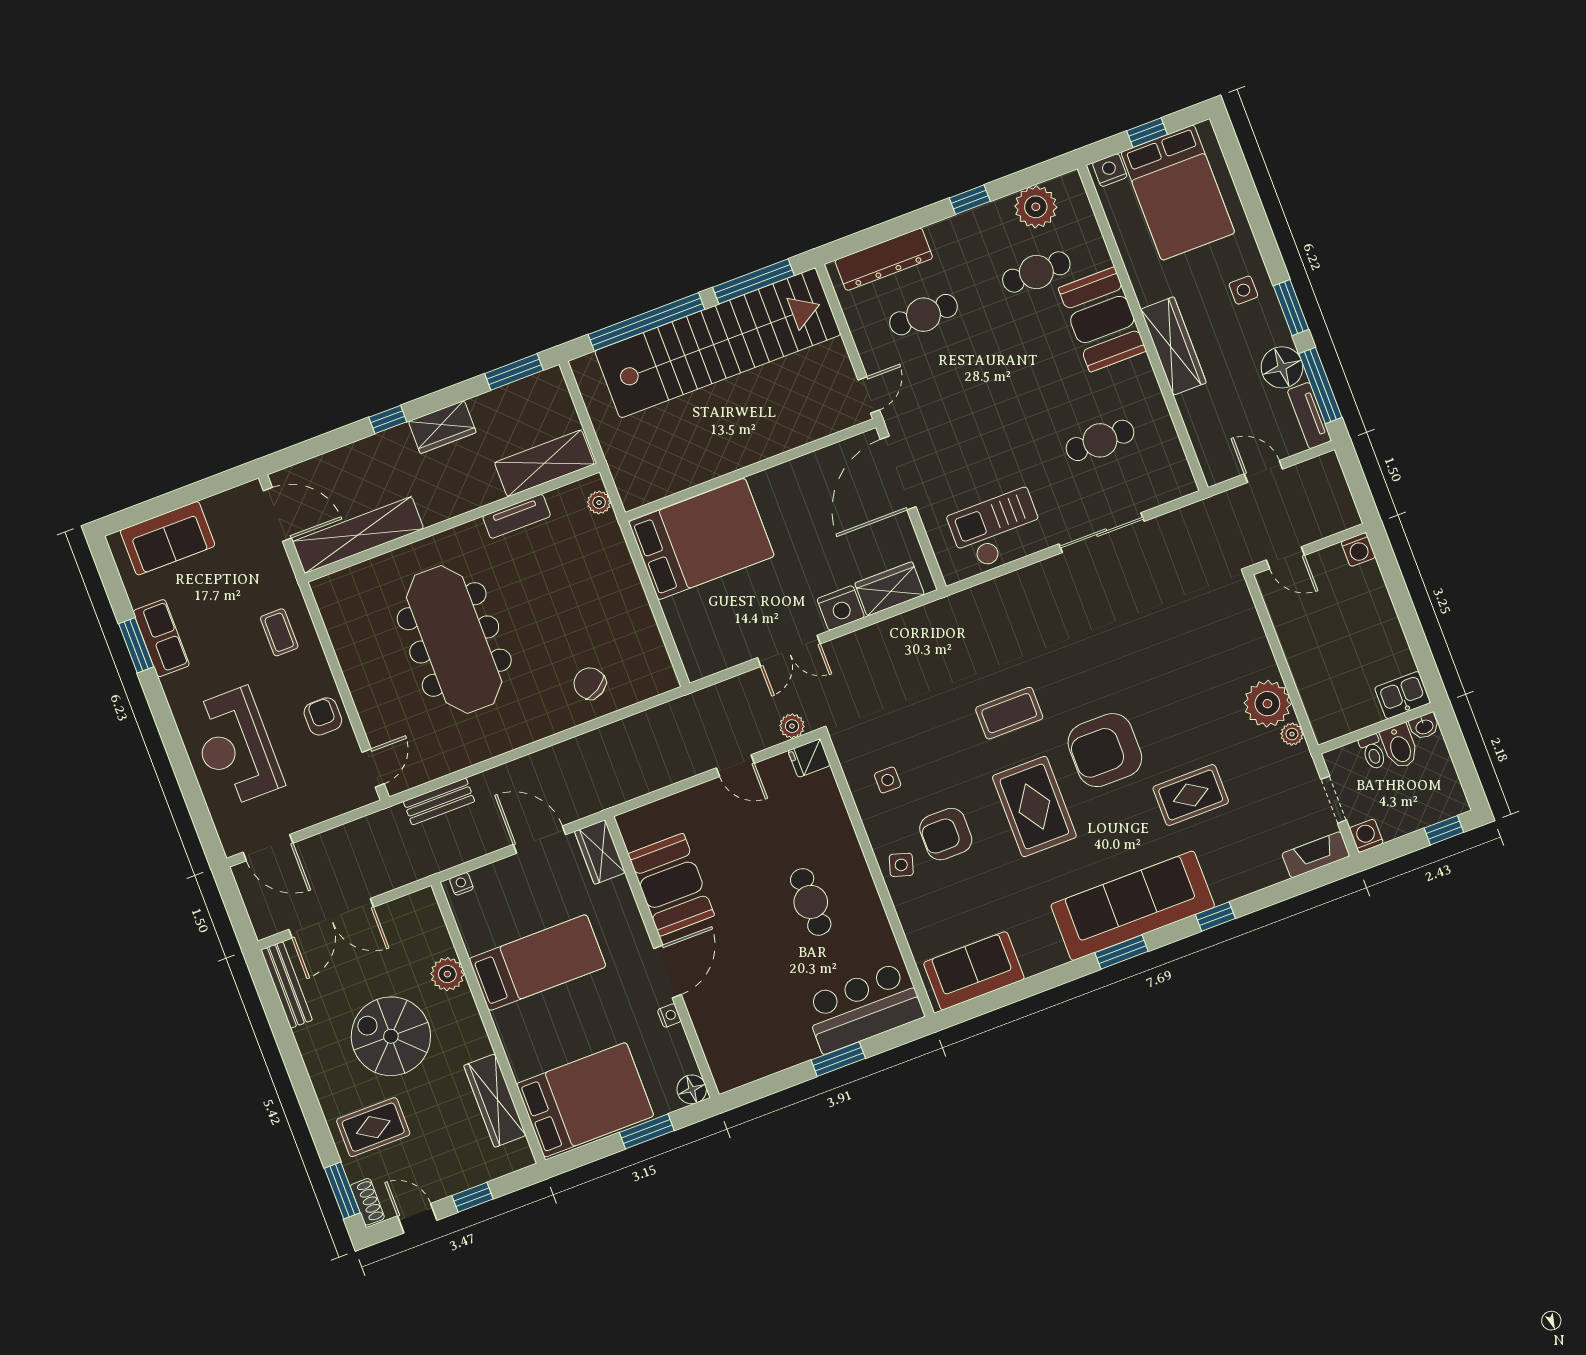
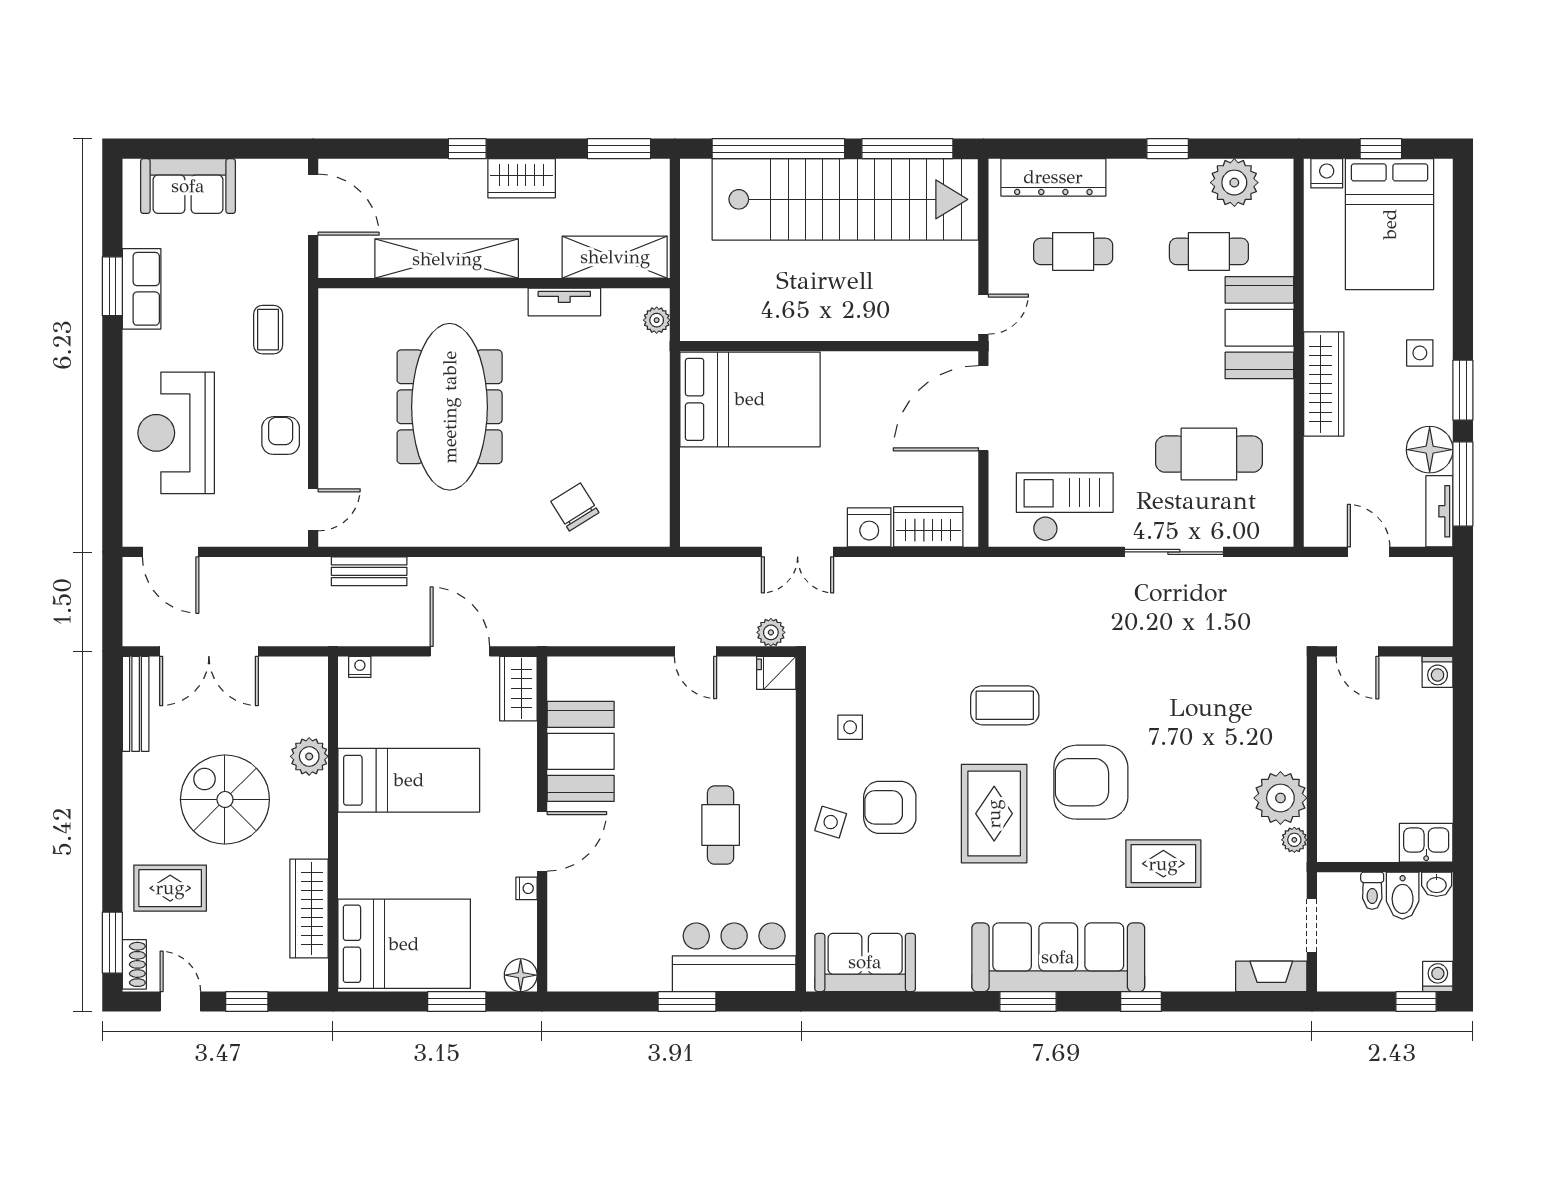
cafe table: (1100, 440) -> (1209, 454), width x1.37, depth x1.35
shelving: (358, 535) -> (447, 259), moved
washing machine: (1366, 836) -> (1438, 976), moved

